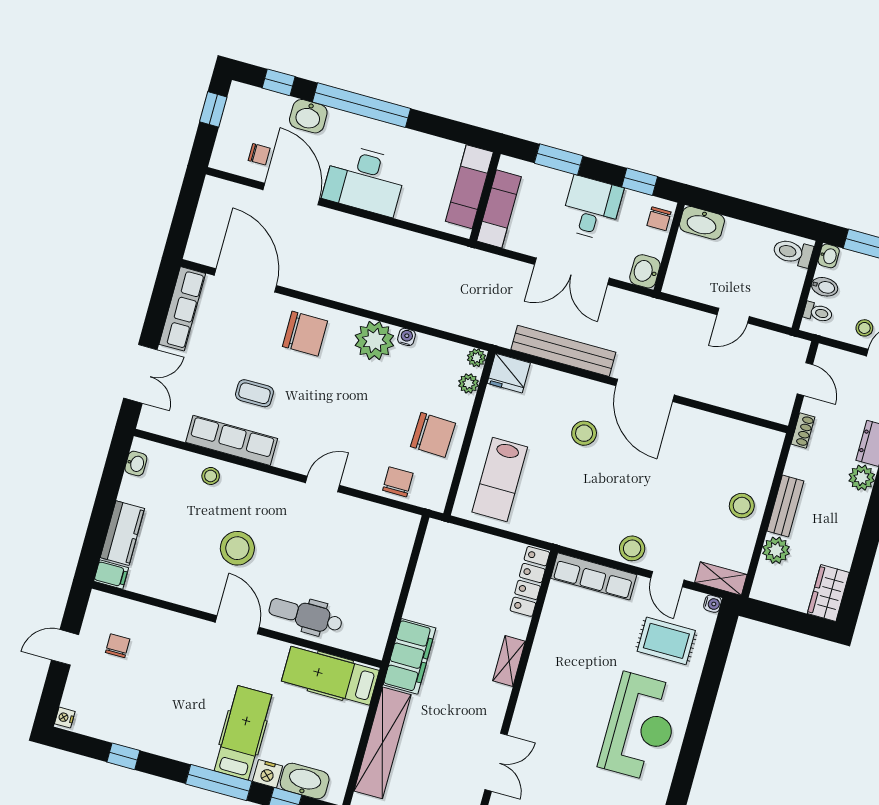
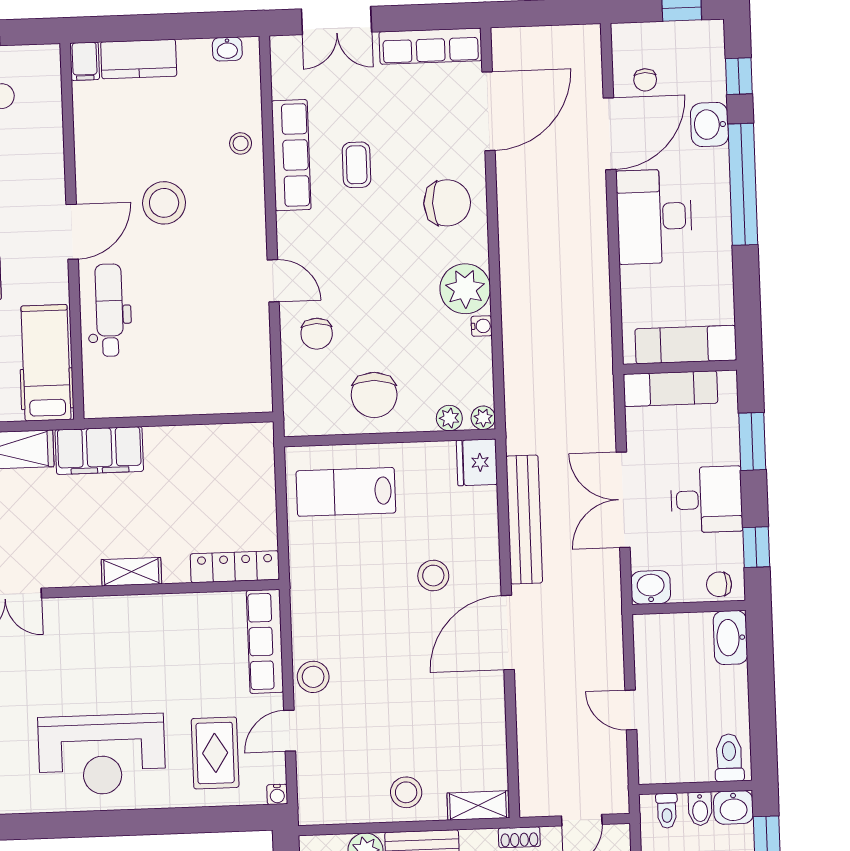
washbasin: (829, 256) -> (733, 807), width x1.38, depth x1.45
chair: (305, 334) -> (447, 203), turned -90
chair: (398, 482) -> (317, 334), moved, turned 90
shelving: (721, 579) -> (478, 805), moved, turned 90

